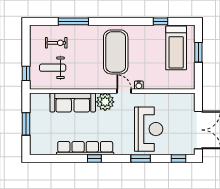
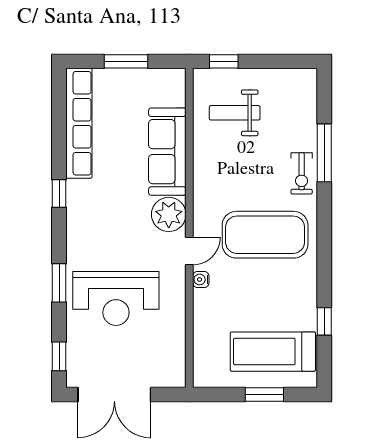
exercise bike: (56, 43) -> (302, 173), moved
weight bench: (53, 68) -> (235, 113), turned -90
row of seats: (85, 148) -> (79, 123), moved

